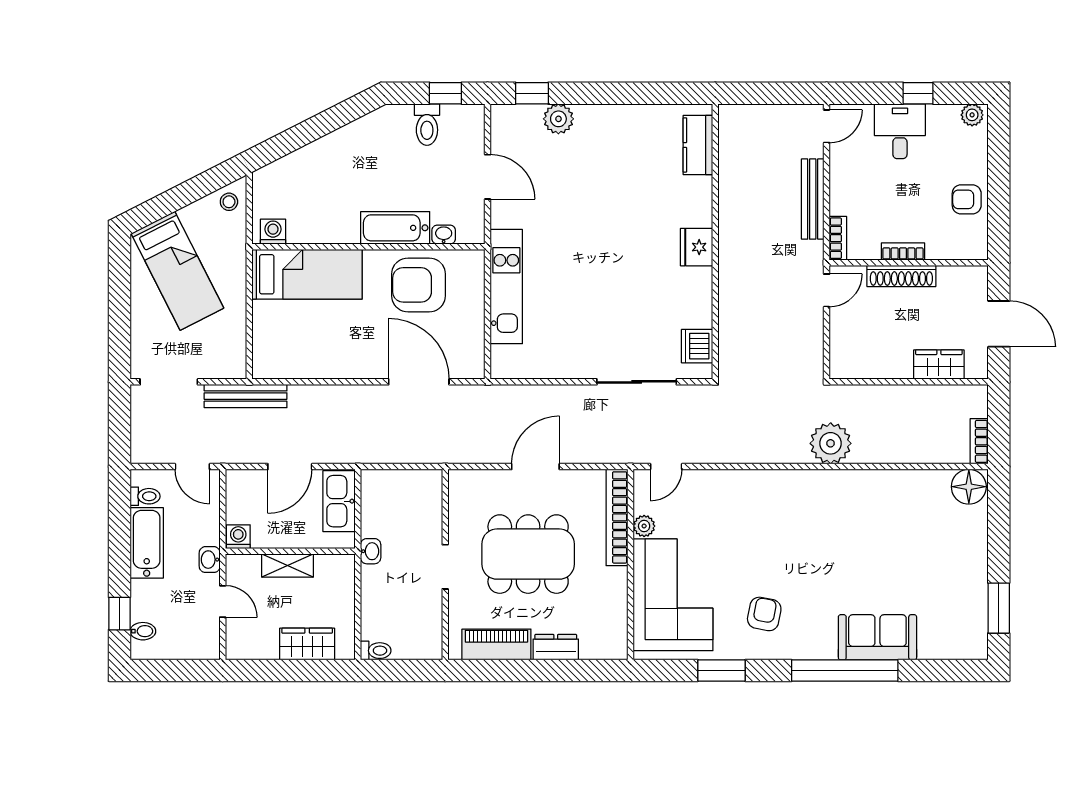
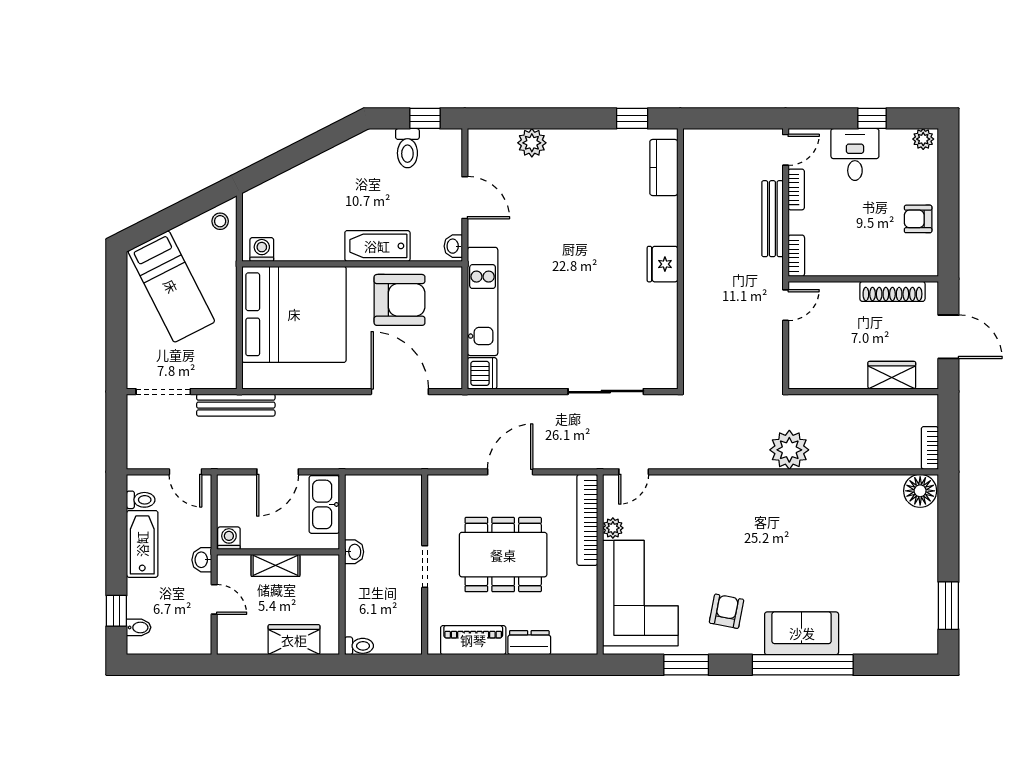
window: (532, 93) -> (632, 118), moved
washbasin: (444, 235) -> (453, 246), moved, turned -90
bookcase: (903, 251) -> (796, 189), moved, turned 90
bed: (307, 274) -> (294, 314), width x2.04
shoe rack: (901, 276) -> (892, 291), moved
armchair: (419, 285) -> (399, 300), turned 180
dishwasher: (697, 346) -> (482, 373), moved, turned 180
sofa: (877, 637) -> (802, 633), moved

